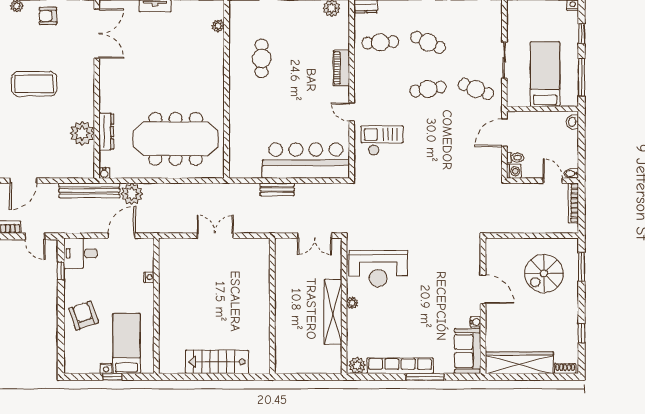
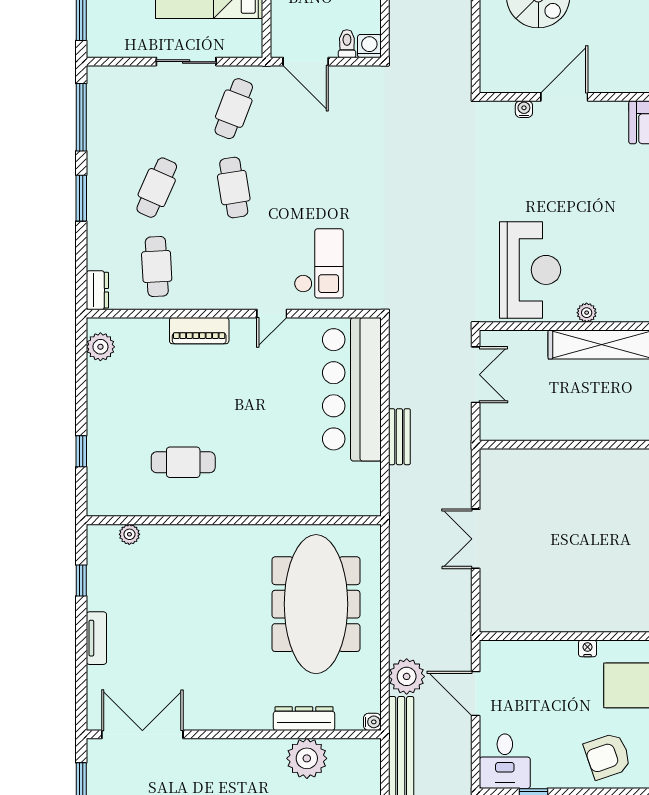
checkout: (382, 141) -> (319, 263), turned 180
nightstand: (149, 277) -> (587, 648), moved
water cooler: (476, 322) -> (524, 109), moved

